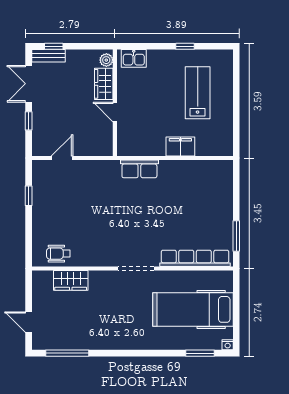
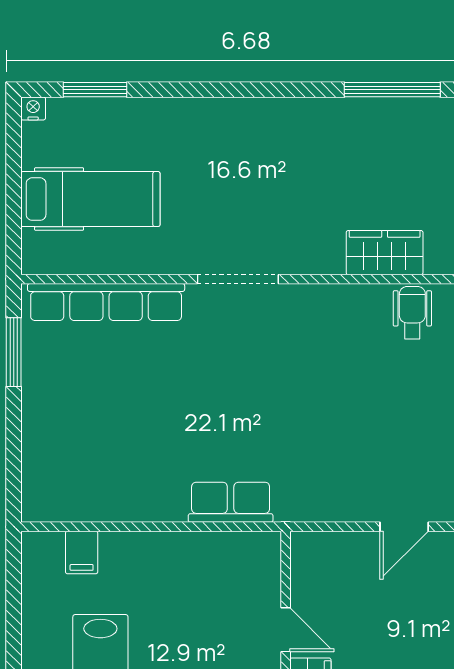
filing cabinet: (180, 147) -> (82, 552), moved, width x0.50
wheelchair: (58, 254) -> (412, 313), turned -90
hospital bed: (193, 309) -> (90, 199), width x0.73, depth x0.78

